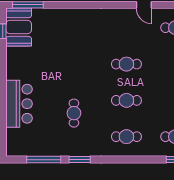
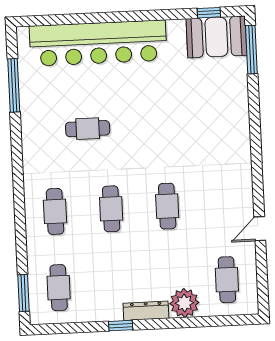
bar counter: (19, 104) -> (98, 43), width x1.86
window: (80, 160) -> (16, 141), removed

